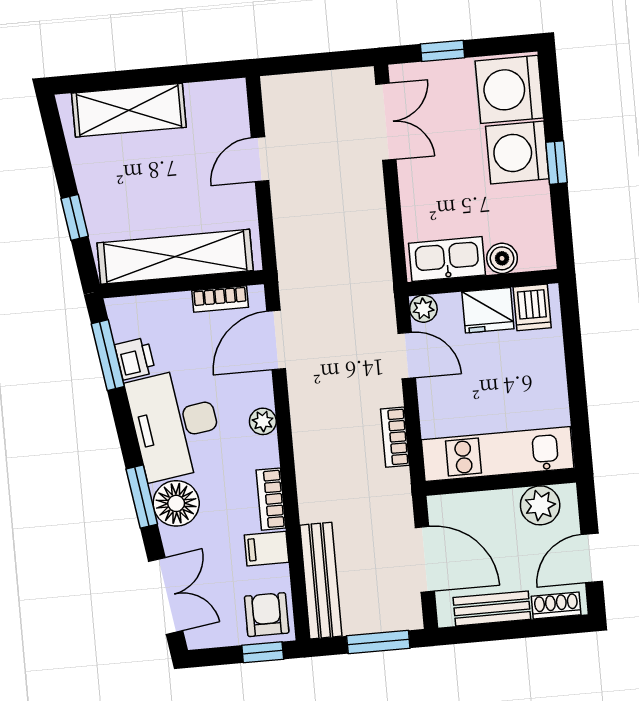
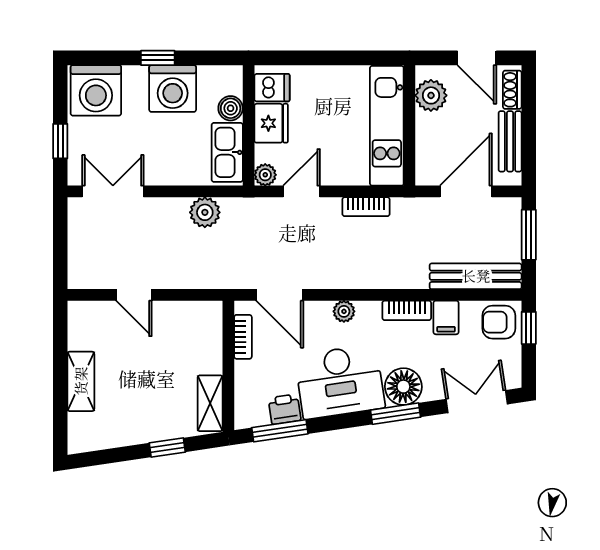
shelving: (129, 110) -> (81, 381), width x0.67, depth x0.75
washing machine: (517, 153) -> (173, 88), moved
plant: (370, 238) -> (205, 212), added
shelving: (175, 257) -> (210, 403), width x0.45, depth x0.75

